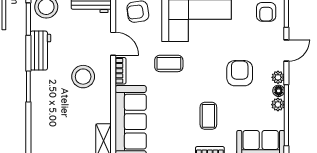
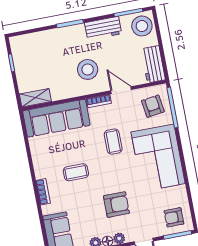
door: (113, 44) -> (121, 90), swing flipped
coffee table: (208, 116) -> (76, 172), moved

